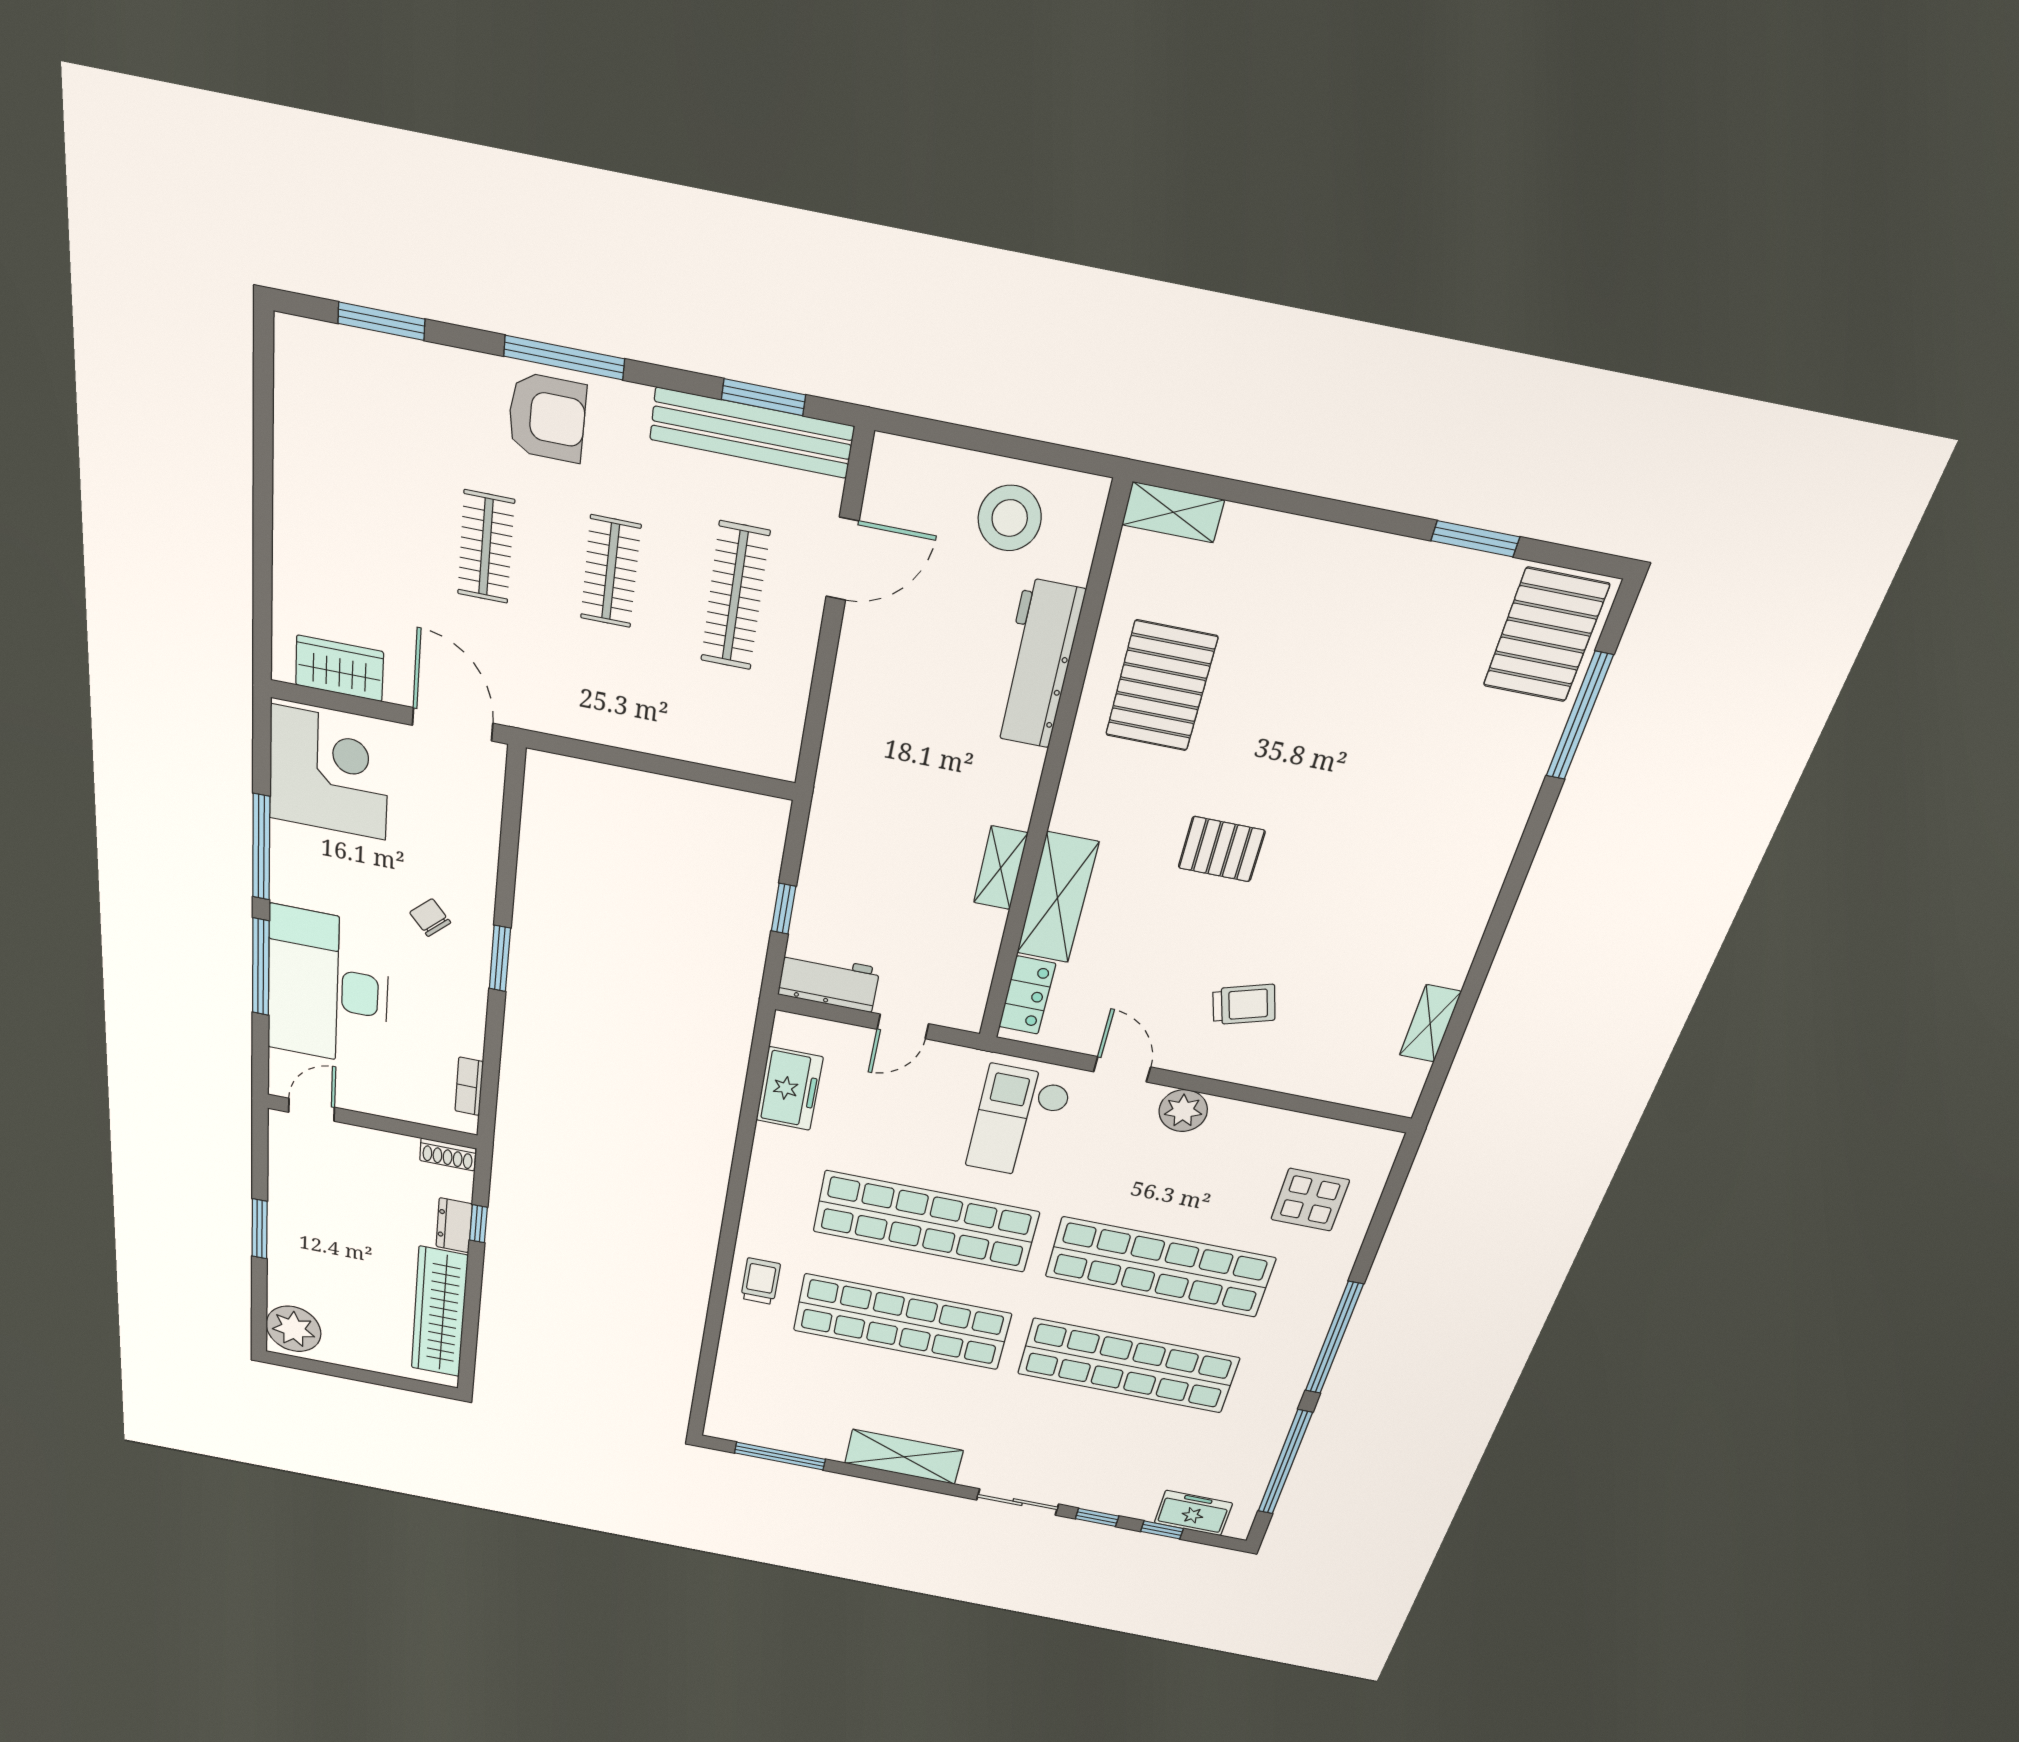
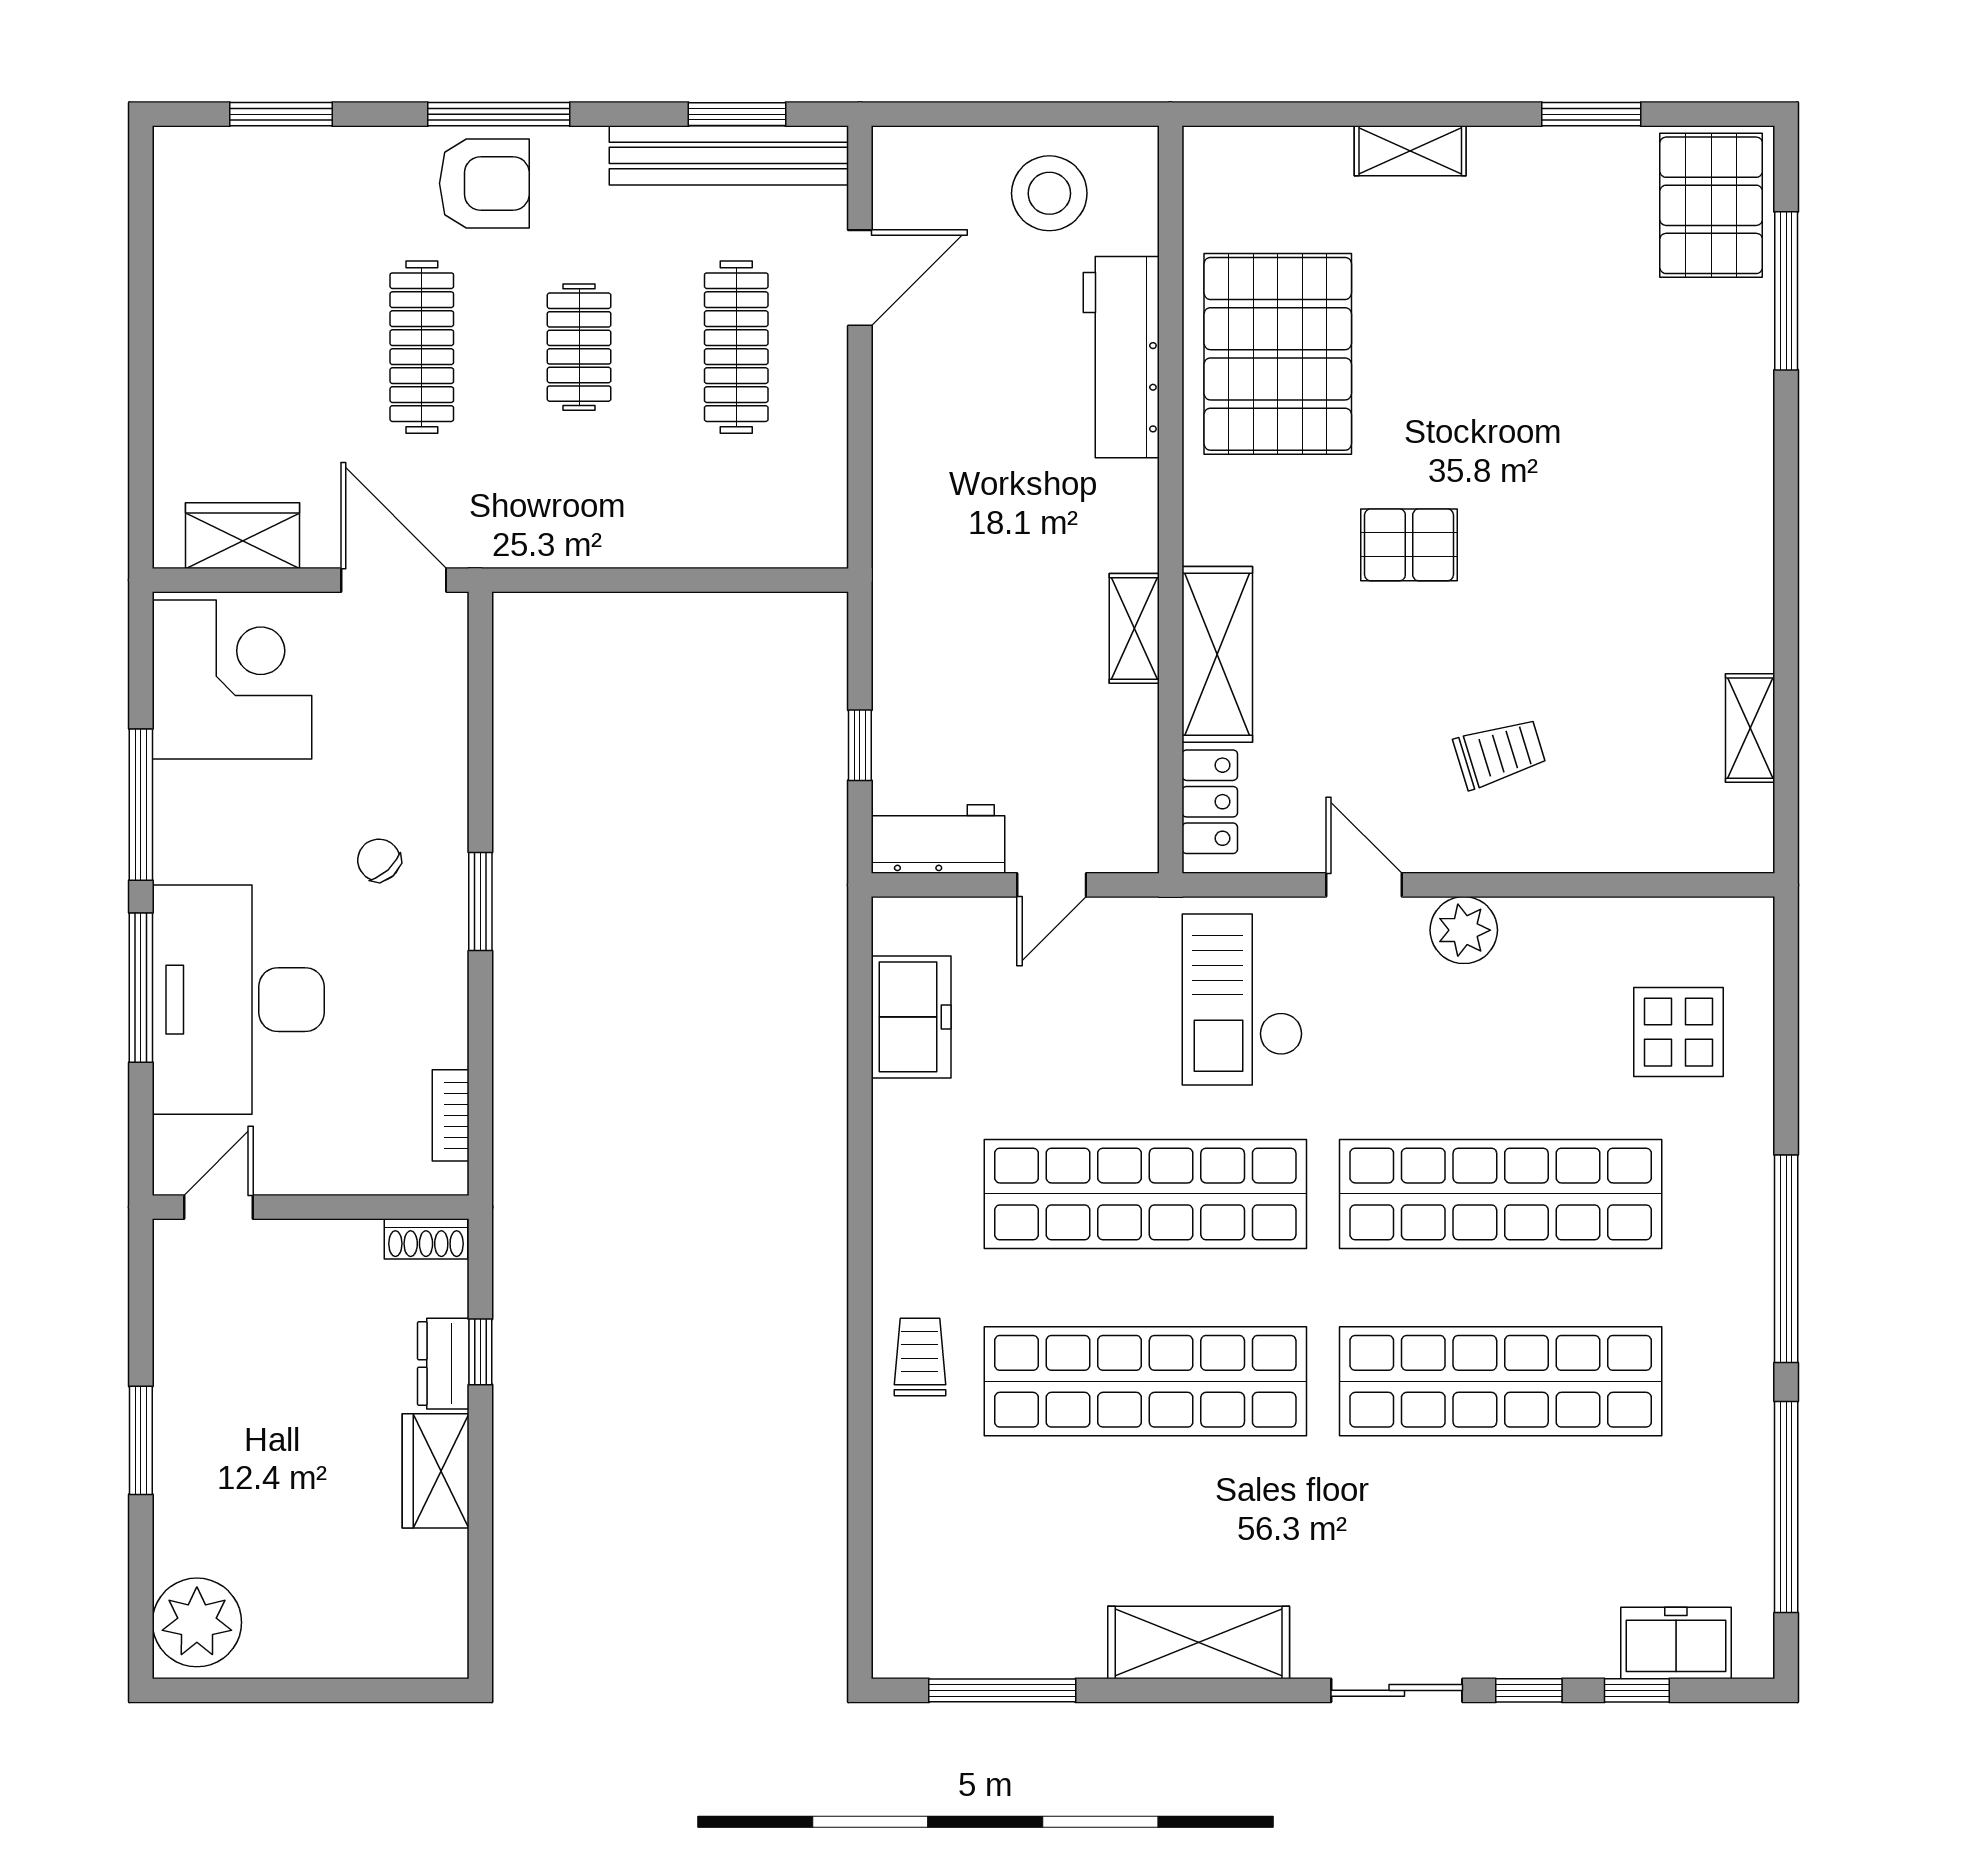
shelving: (1173, 512) -> (1410, 151), moved
clothes rail: (486, 547) -> (422, 347), width x1.36
pallet: (1161, 686) -> (1278, 354), width x1.37, depth x1.41
wardrobe: (439, 1312) -> (436, 1471), width x0.48, depth x0.85

